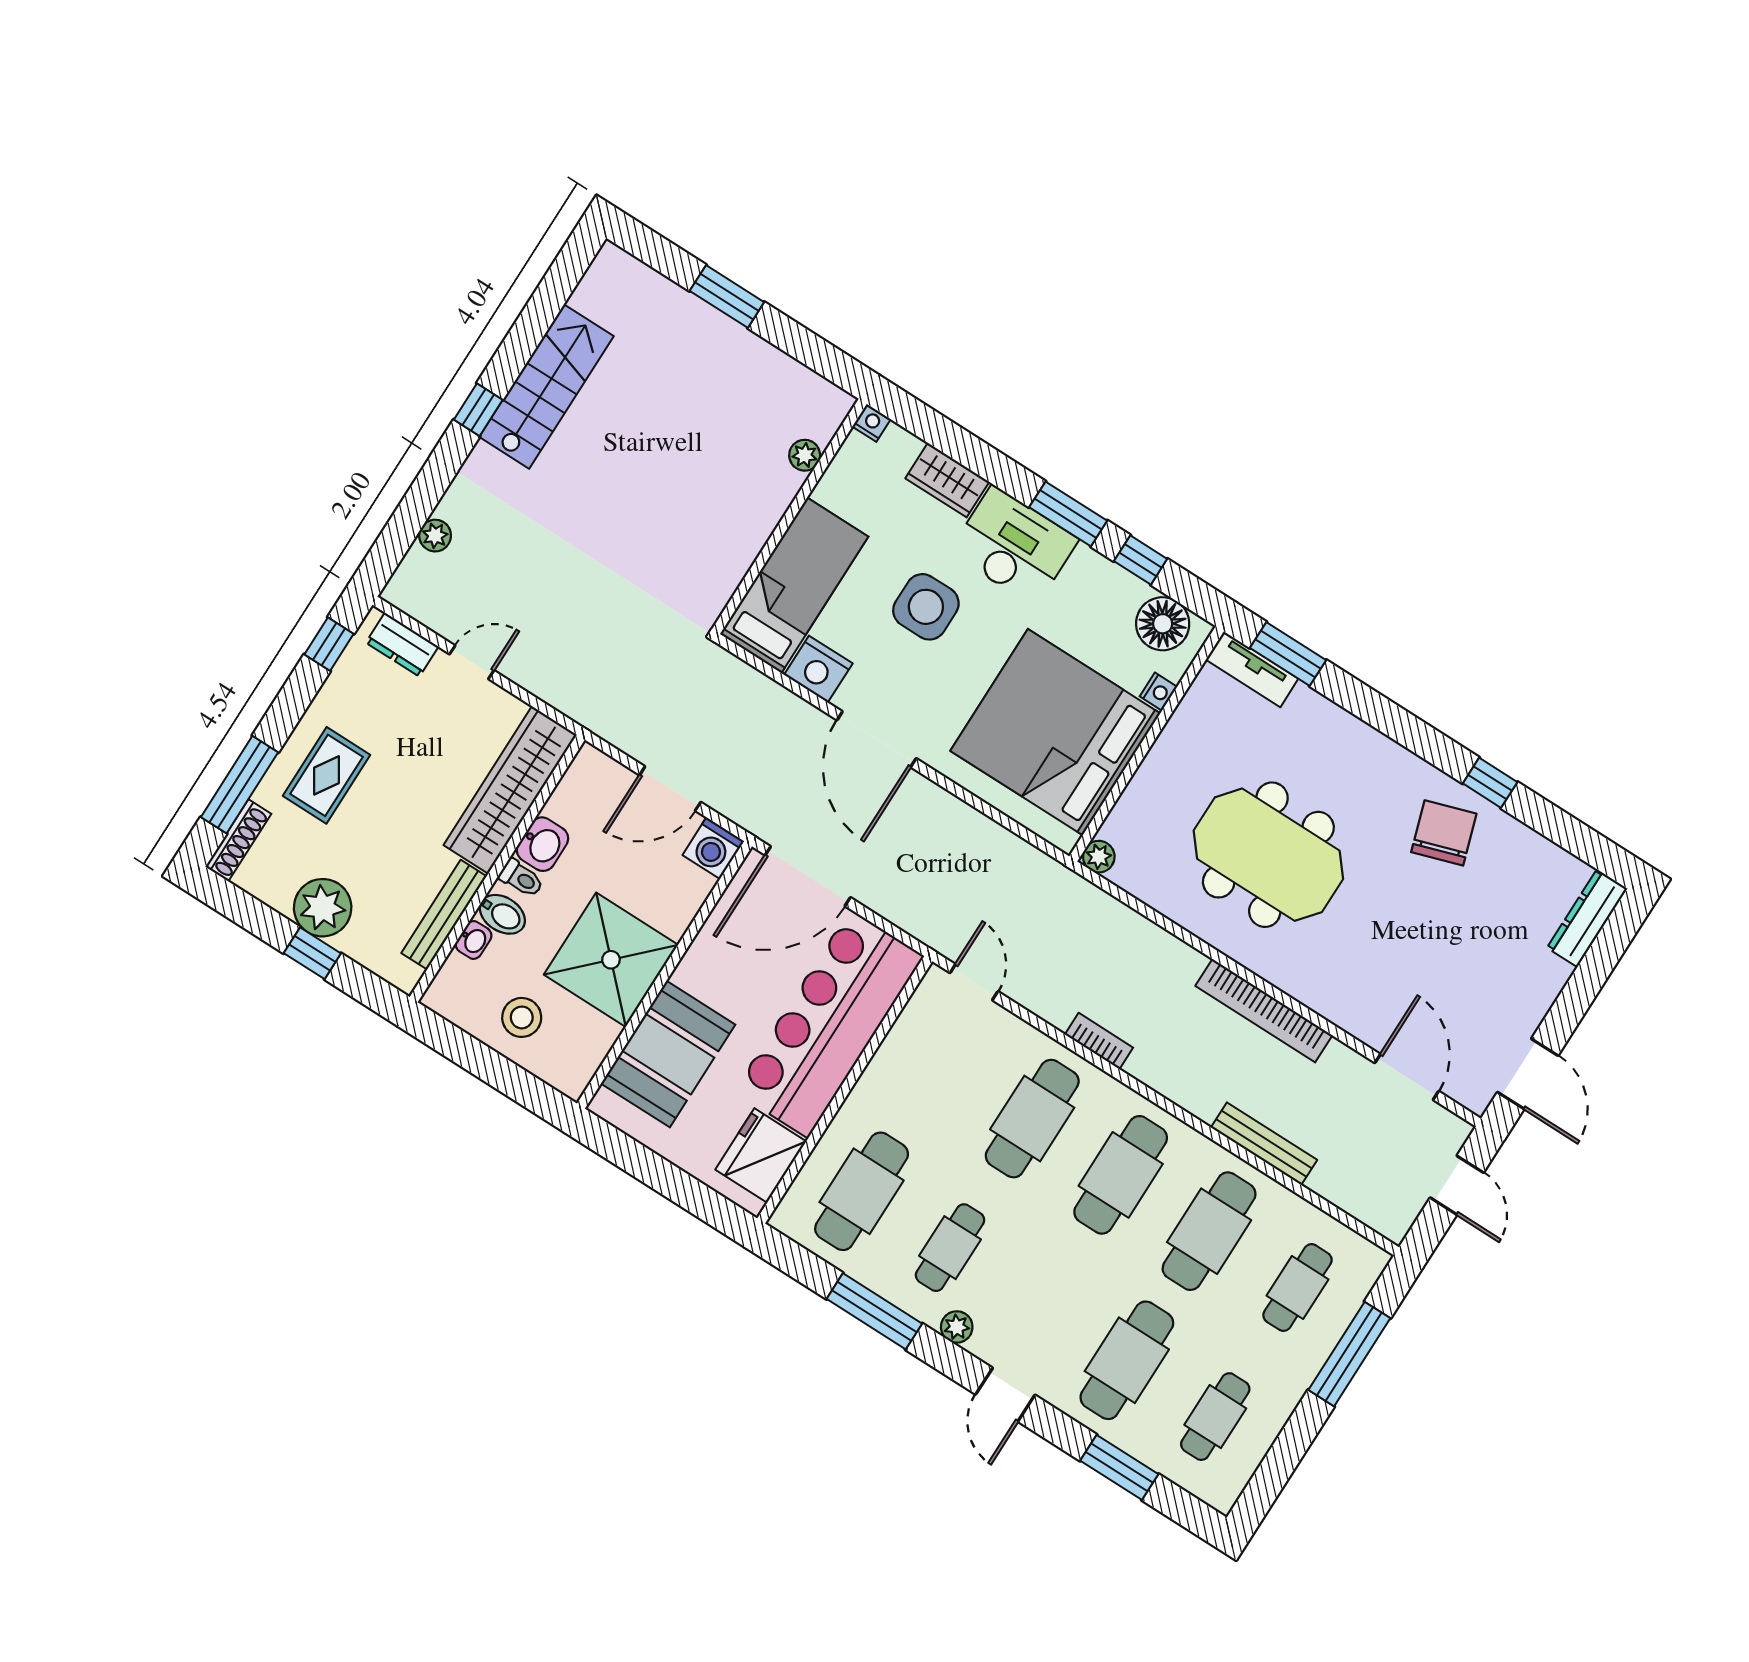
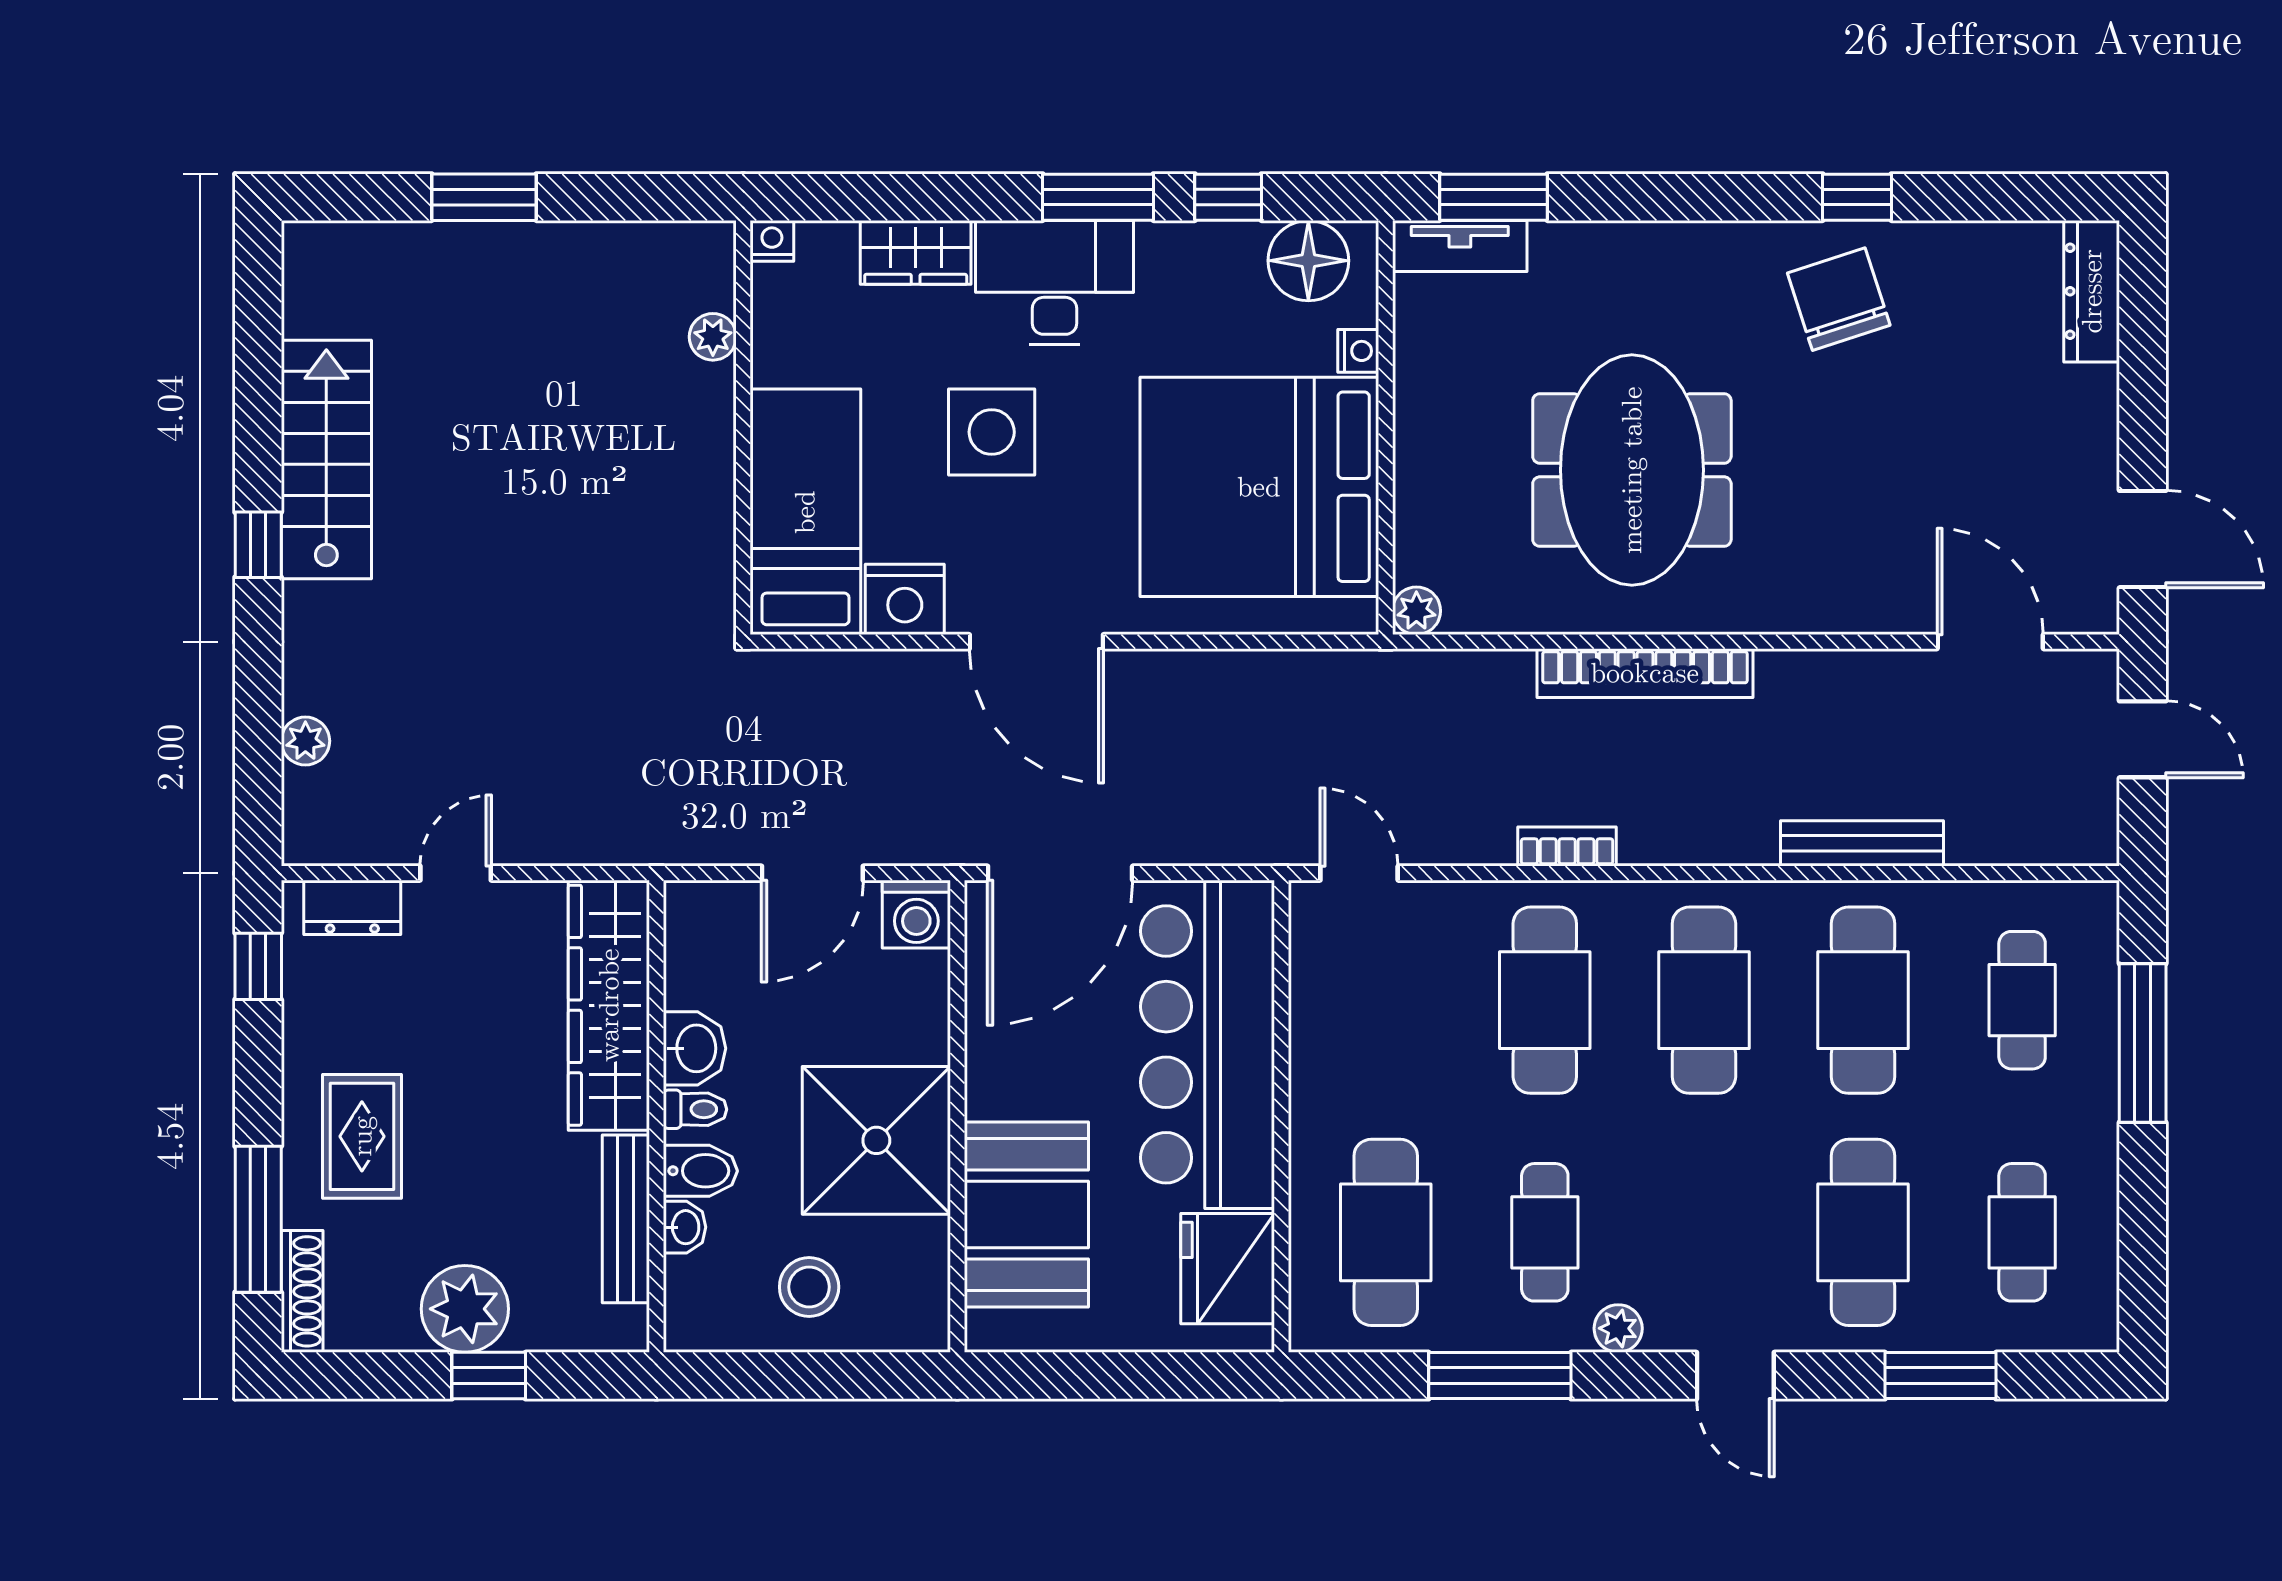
meeting table: (1268, 855) -> (1632, 470), turned 90
bookcase: (1264, 1011) -> (1645, 673), moved

